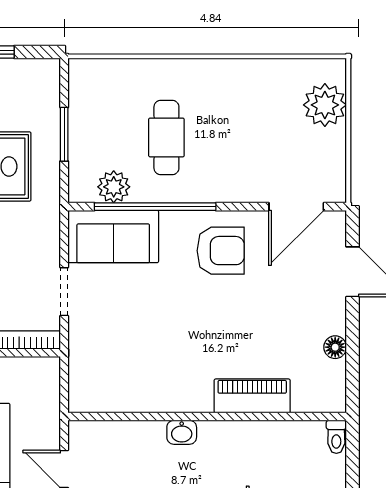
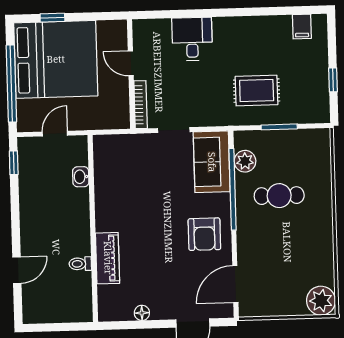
plant: (325, 105) -> (321, 301), moved
door: (296, 207) -> (235, 284), hinge flipped
washbasin: (182, 432) -> (81, 177), moved
toilet: (336, 437) -> (80, 264), moved

